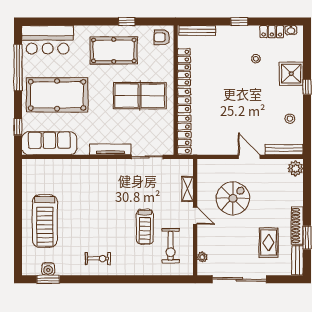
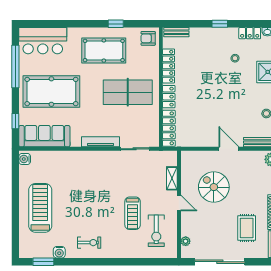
bench: (197, 31) -> (176, 32), width x0.73
water cooler: (28, 168) -> (25, 159), added
spiral stairs: (233, 198) -> (214, 187), turned -90
treadmill: (45, 221) -> (40, 208), turned 180
water cooler: (48, 269) -> (59, 252), moved

